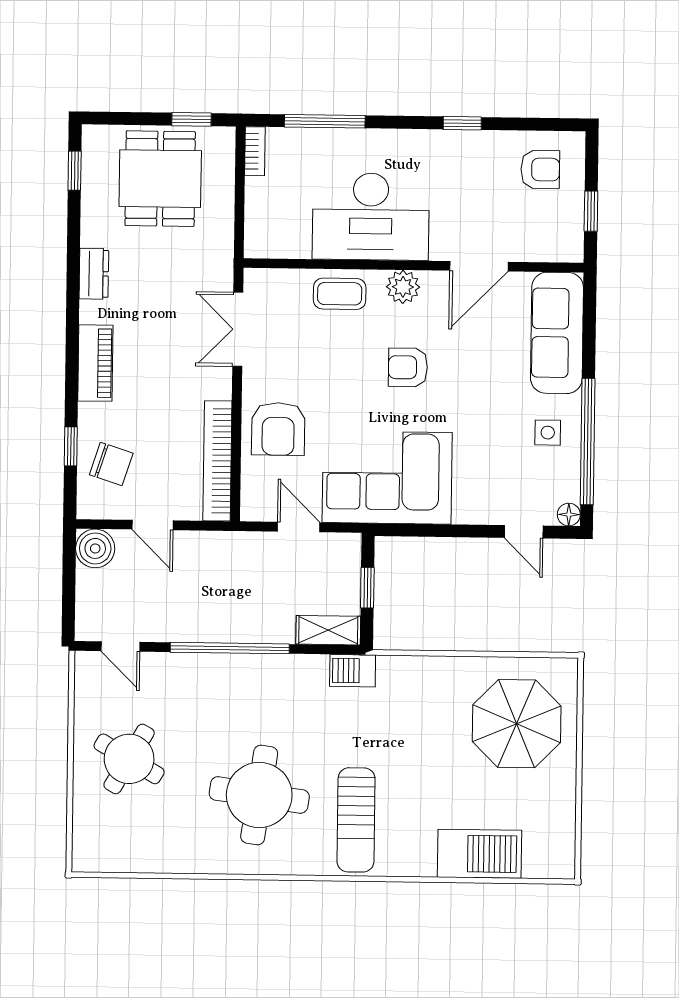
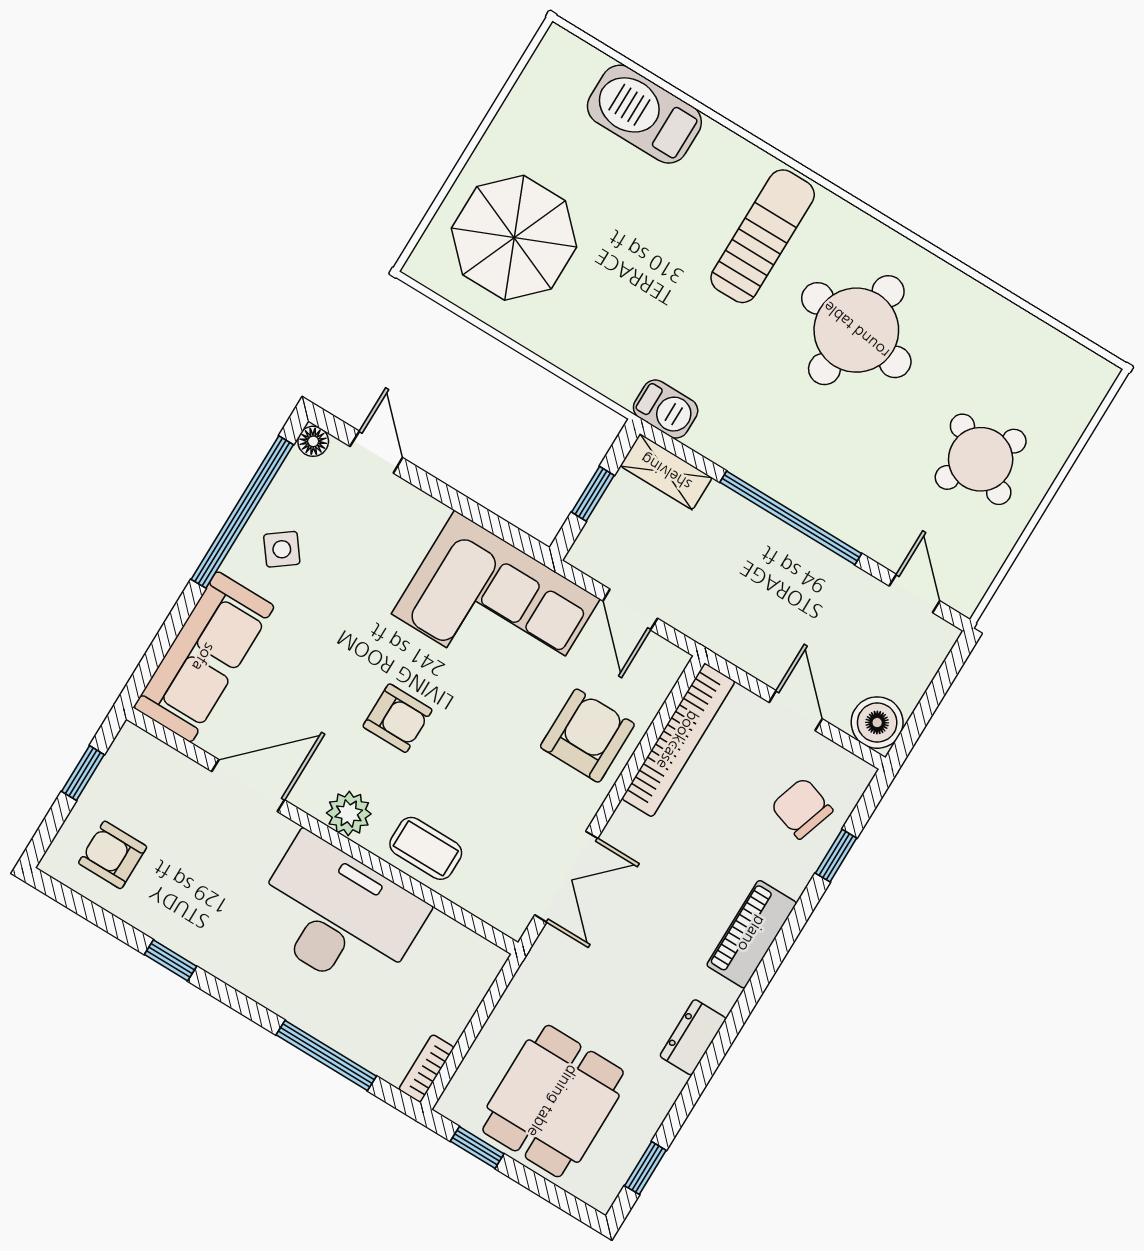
side table: (548, 433) -> (282, 549), turned -37

